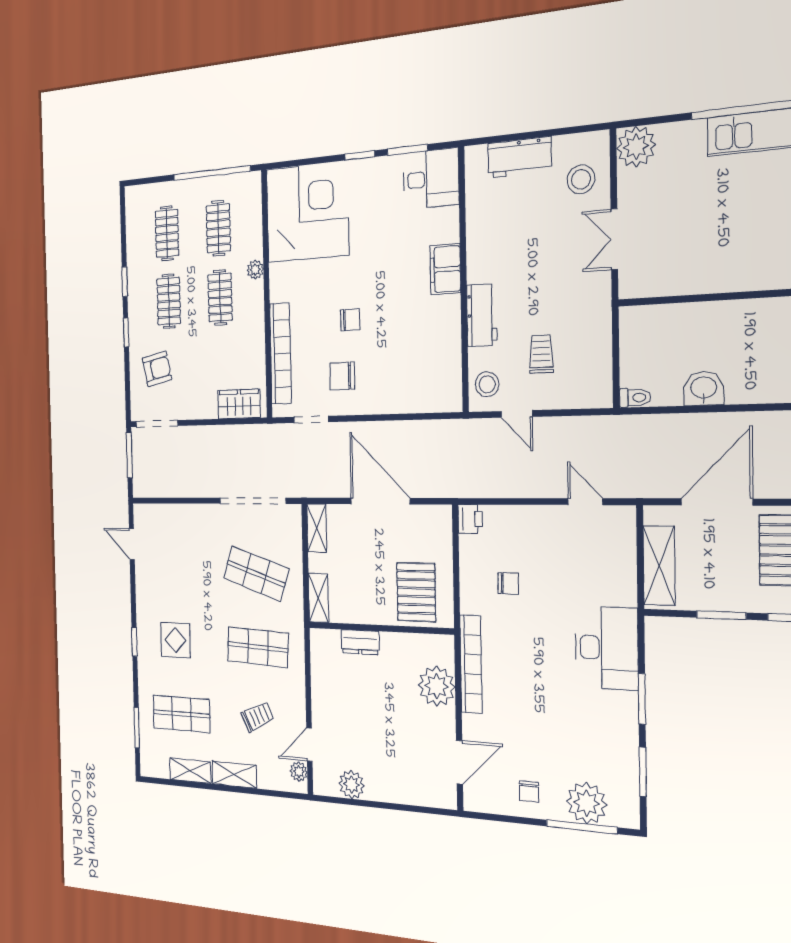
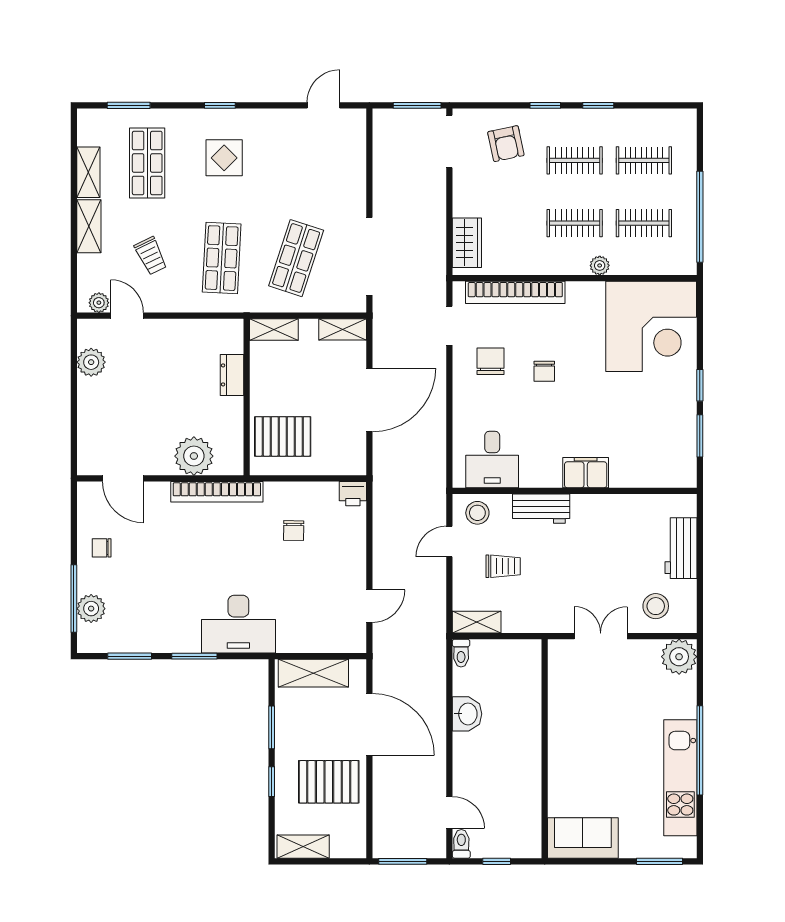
desk: (431, 179) -> (492, 460), moved
shelving: (601, 381) -> (477, 622), added
plant: (587, 803) -> (91, 609), width x0.73, depth x0.73

